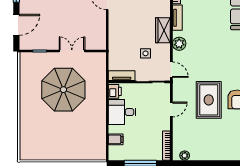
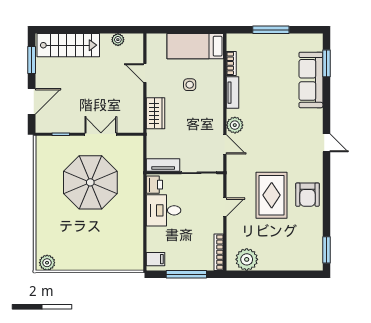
wardrobe: (163, 30) -> (156, 113), moved, turned 180
side table: (146, 53) -> (190, 85), moved
door: (171, 70) -> (225, 144), moved
filing cabinet: (116, 139) -> (155, 259), moved
plant: (29, 154) -> (47, 263), added
plant: (185, 156) -> (247, 259), width x1.87, depth x1.87

